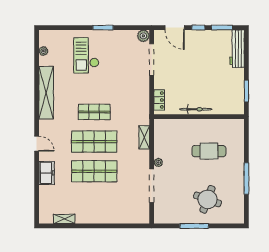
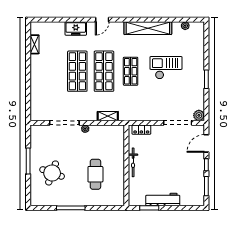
workbench: (237, 49) -> (163, 200), moved
checkout: (86, 55) -> (166, 68), moved

